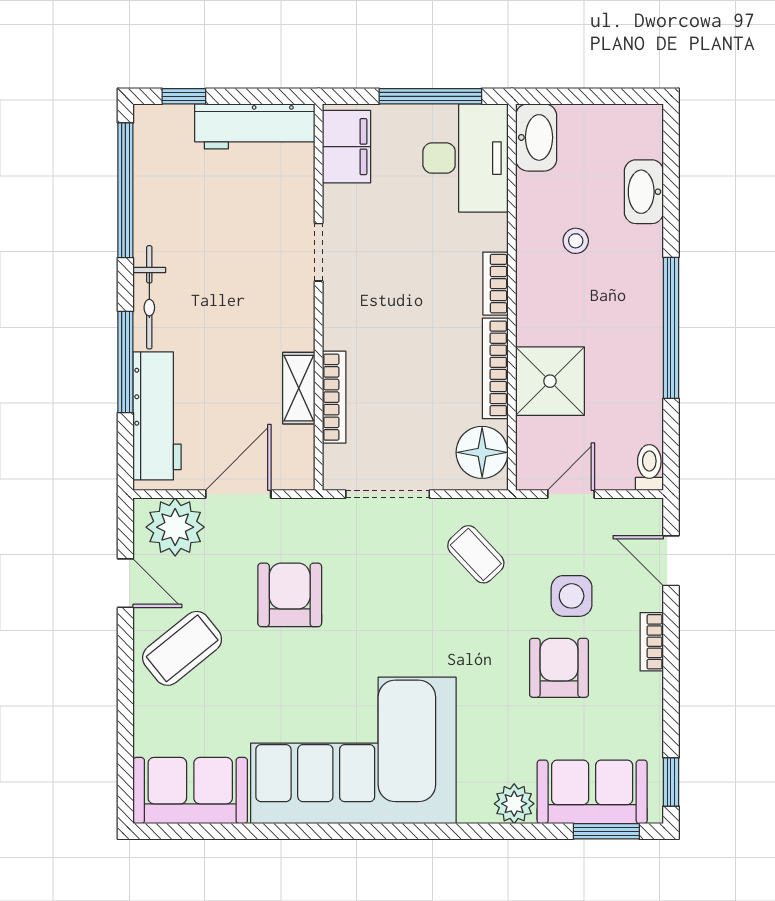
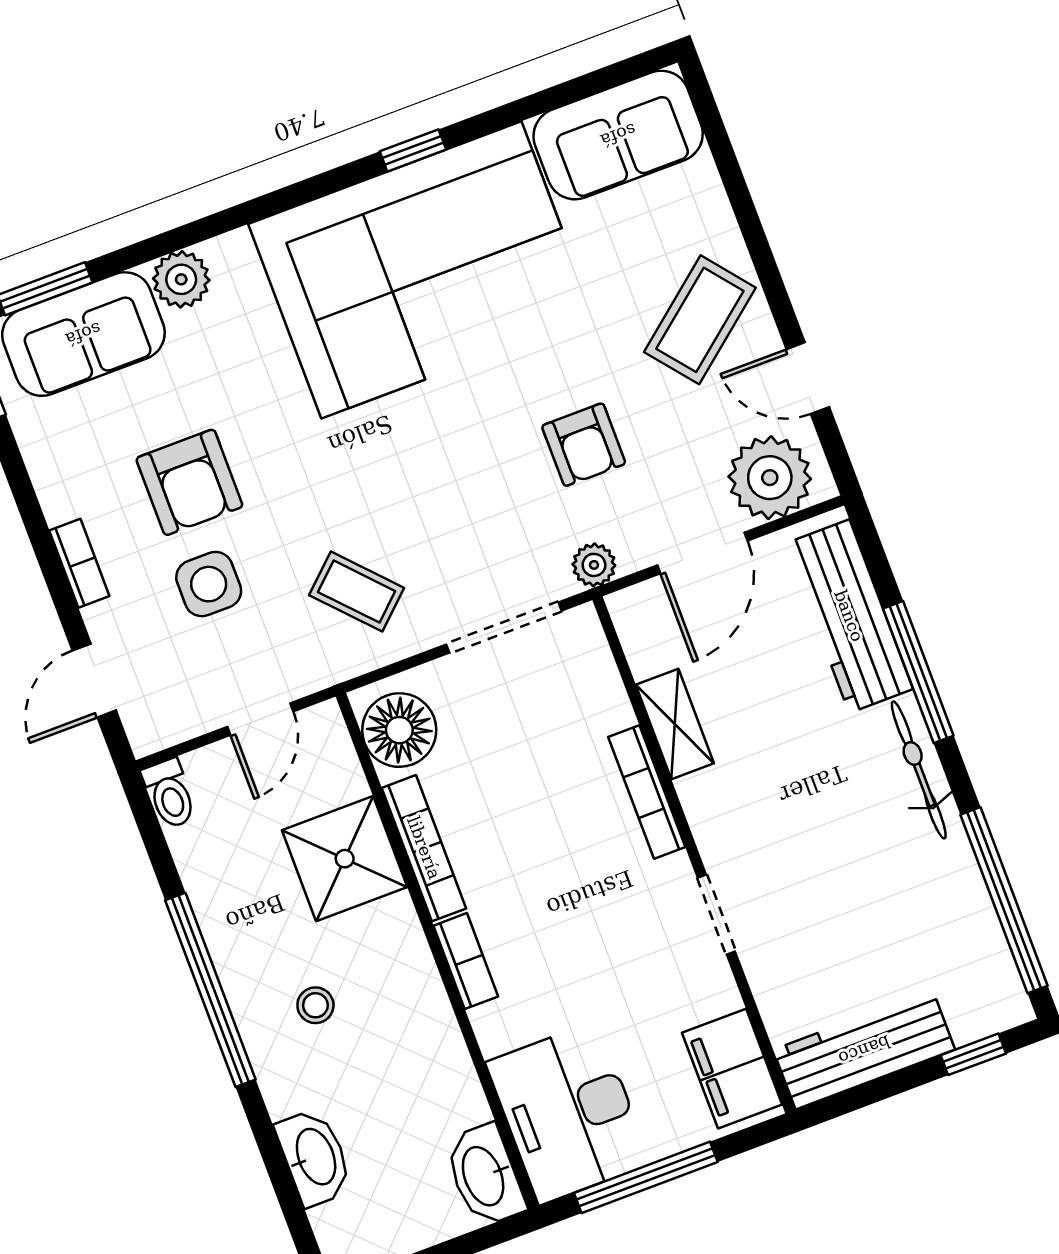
stool: (576, 241) -> (315, 1005), moved
bookcase: (334, 397) -> (647, 792), moved
plant: (313, 513) -> (594, 565), added
door: (671, 561) -> (94, 681), swing flipped
armchair: (290, 595) -> (584, 445), width x0.72, depth x0.72
window: (329, 831) -> (413, 150), added

